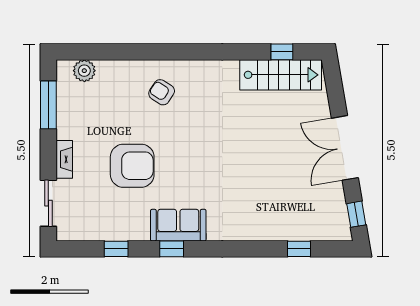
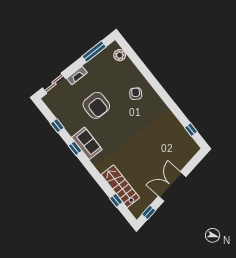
stairs: (281, 75) -> (120, 186), moved, turned 180

